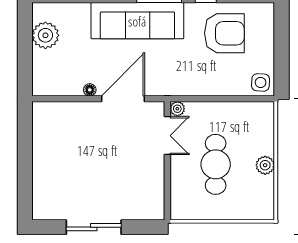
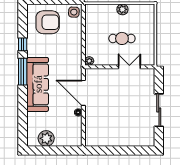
armchair: (224, 33) -> (48, 22), moved, turned 90
double door: (167, 136) -> (129, 67), moved
cafe table: (216, 164) -> (122, 38), width x0.73, depth x0.74

